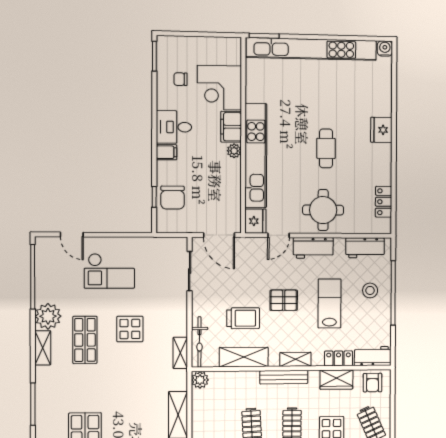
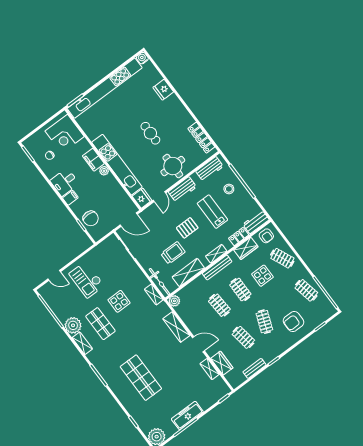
corner desk: (219, 88) -> (65, 134), moved
fridge: (381, 130) -> (163, 90), moved
locker: (384, 202) -> (201, 138), width x1.53
checkout: (109, 271) -> (87, 280), turned 90

